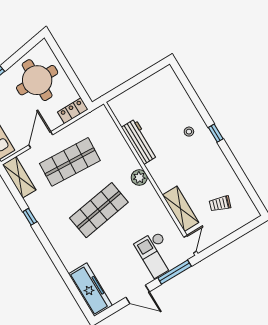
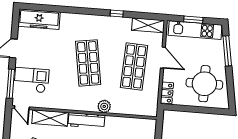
workbench: (140, 142) -> (86, 121), moved
plant: (139, 178) -> (104, 106), moved

